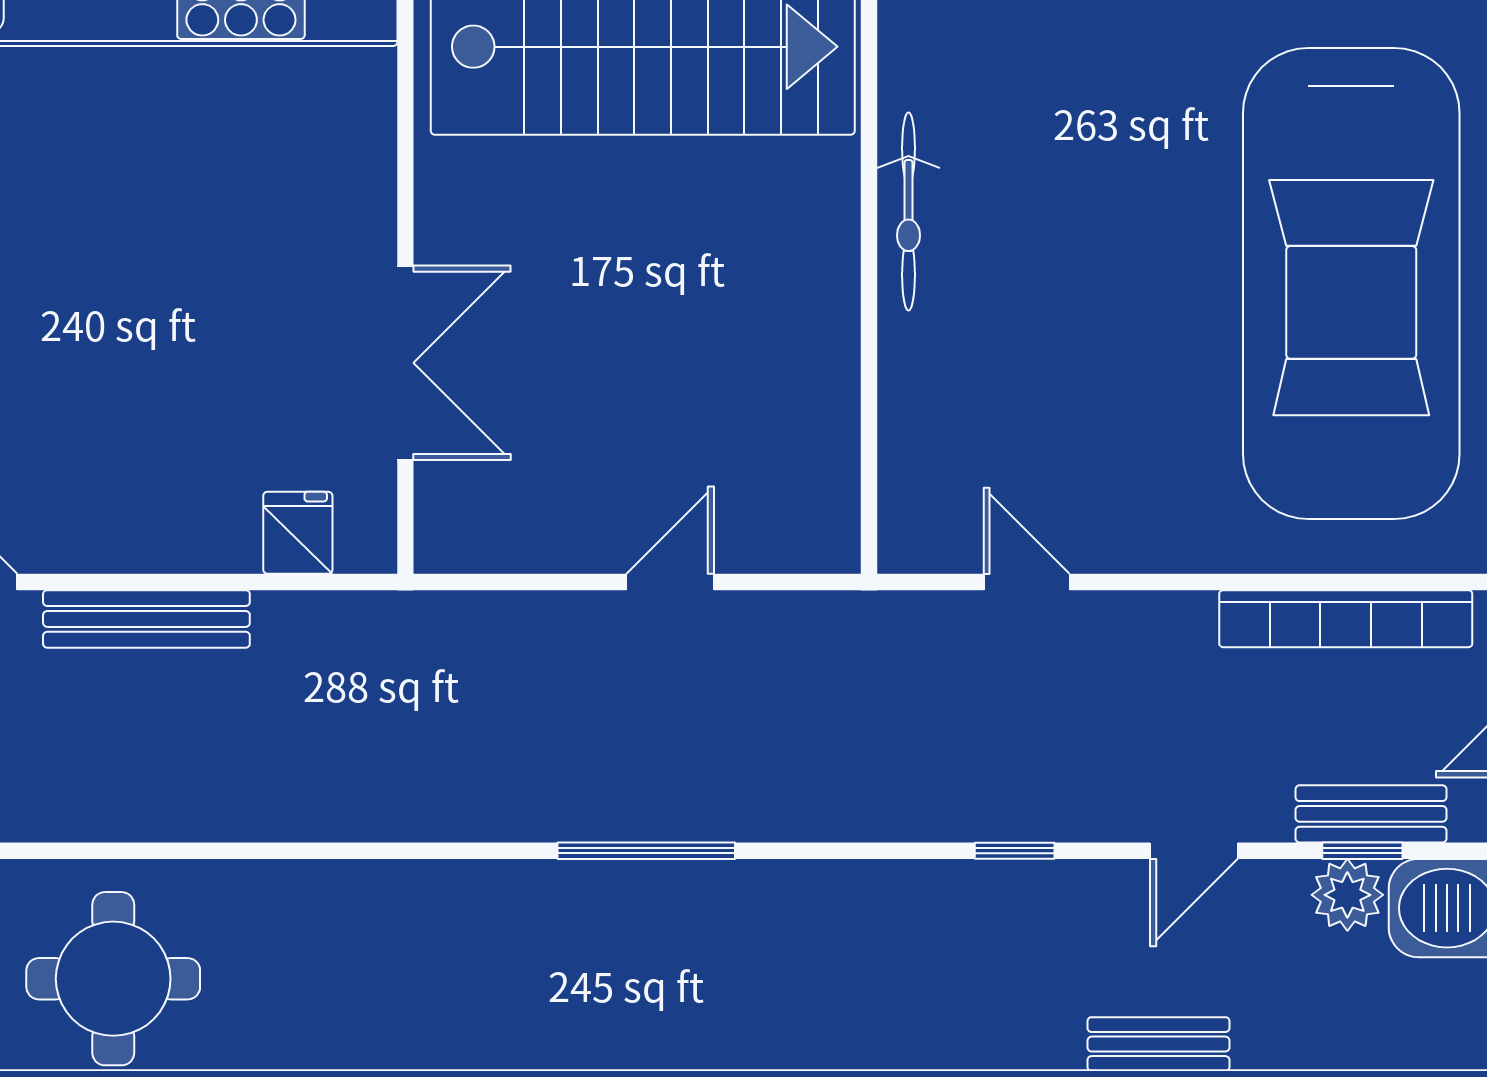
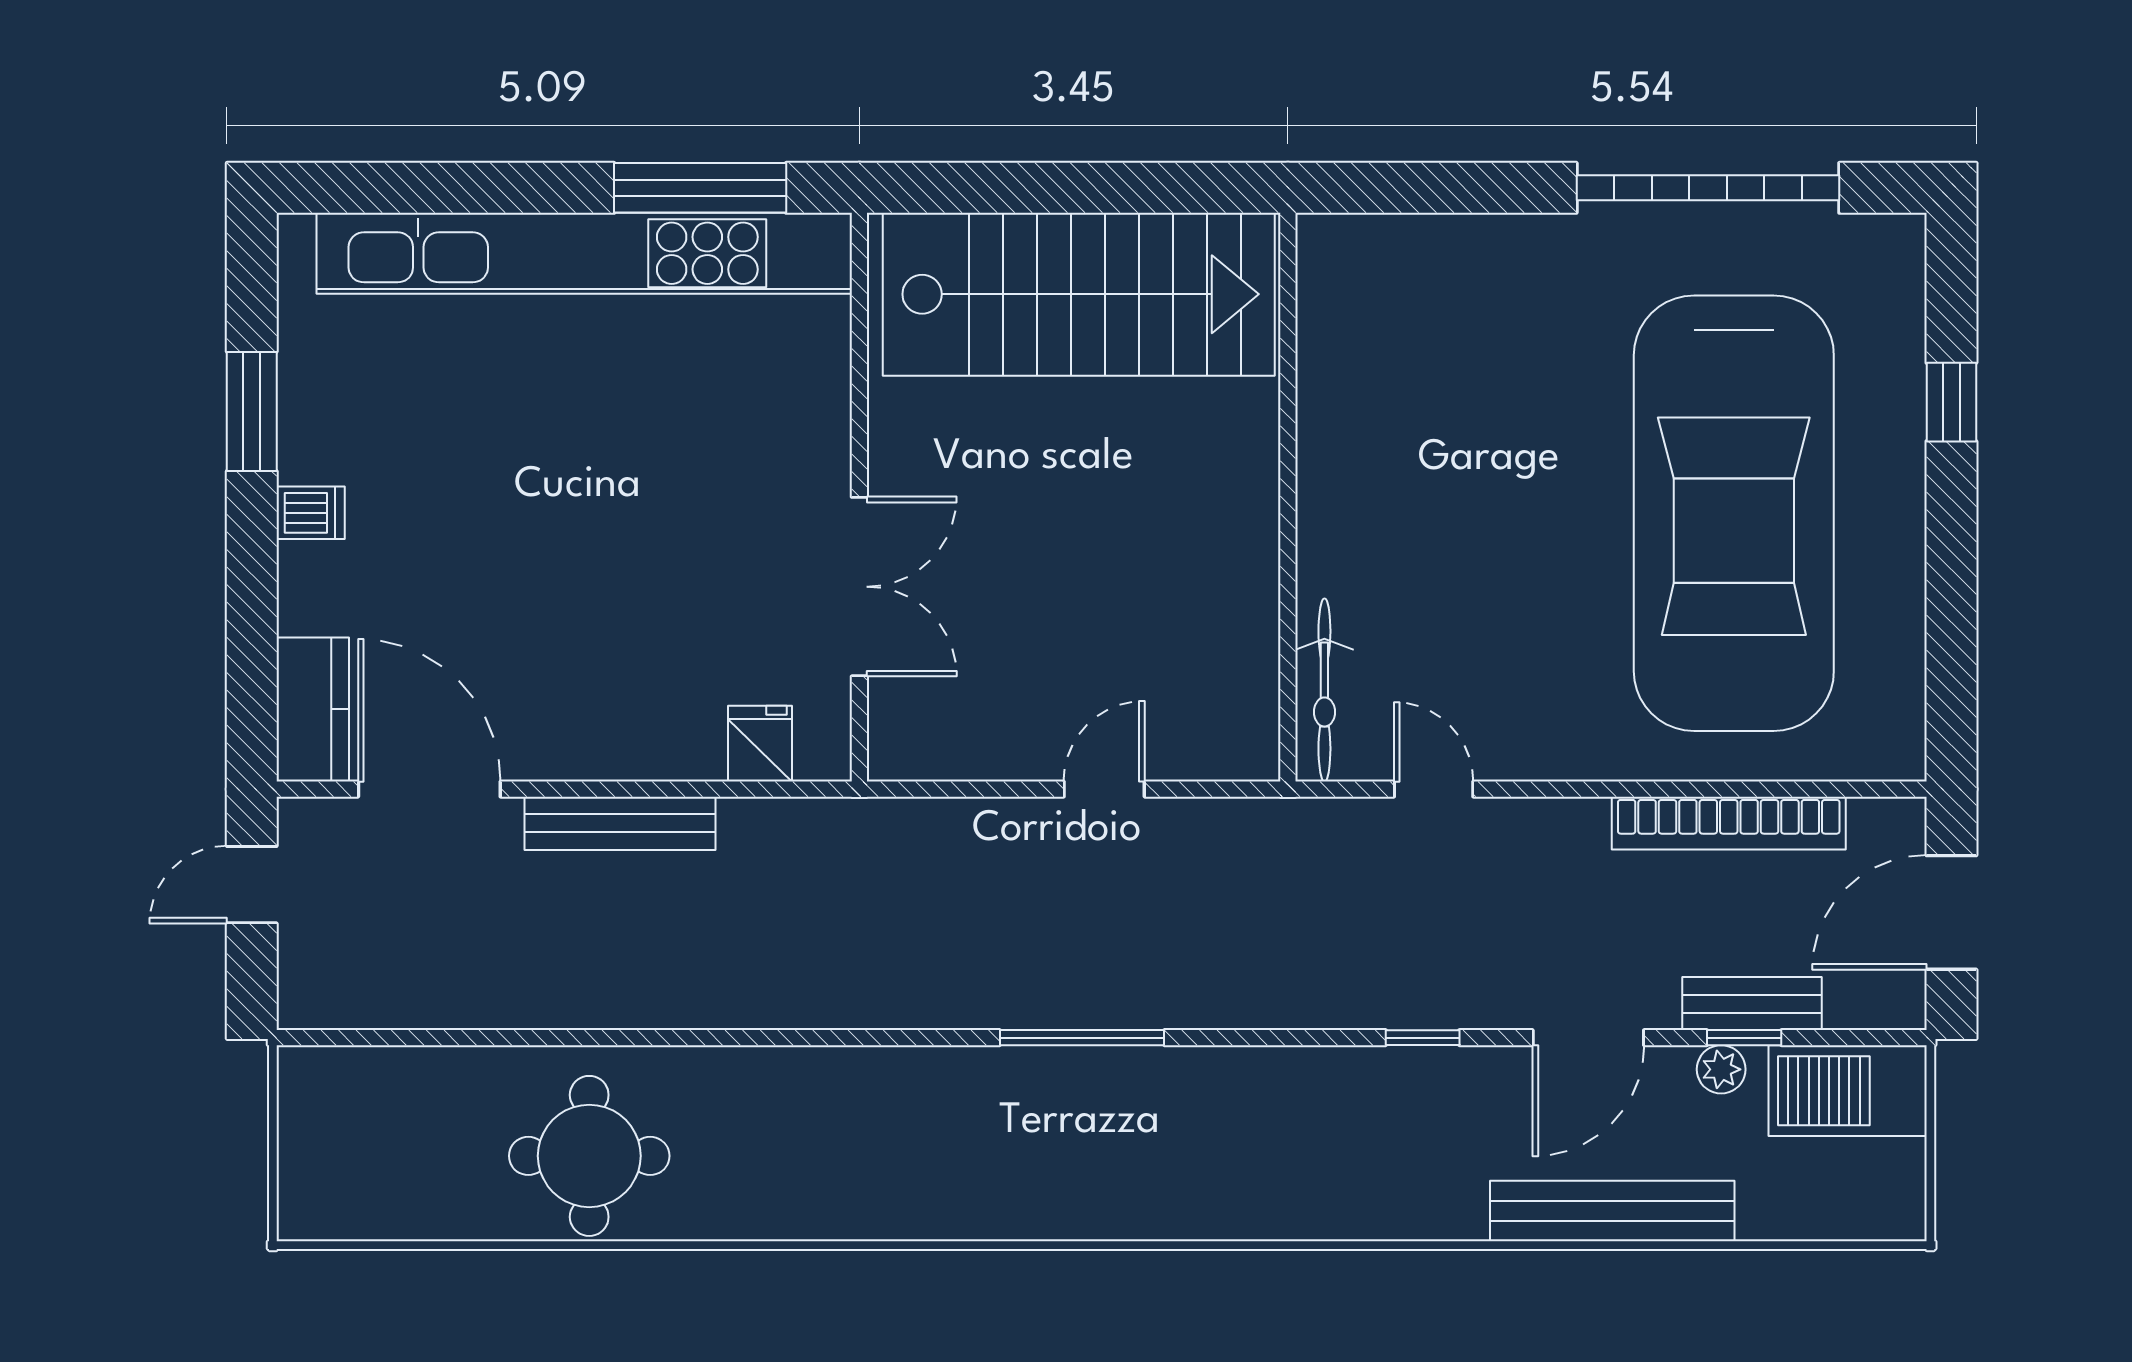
bicycle: (908, 211) -> (1324, 690), moved
door: (1194, 851) -> (1588, 1038), width x1.38
plant: (1347, 895) -> (1721, 1069), width x0.73, depth x0.73
bench: (1158, 1044) -> (1612, 1211), width x1.86, depth x1.21

